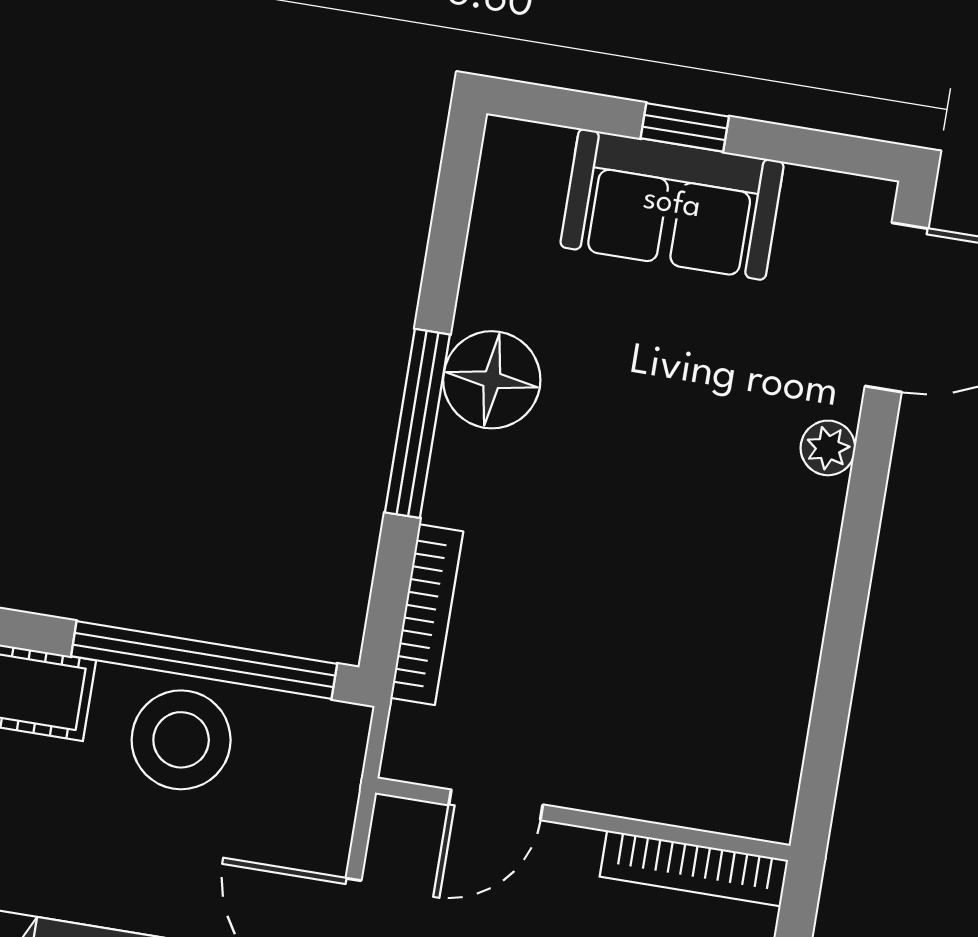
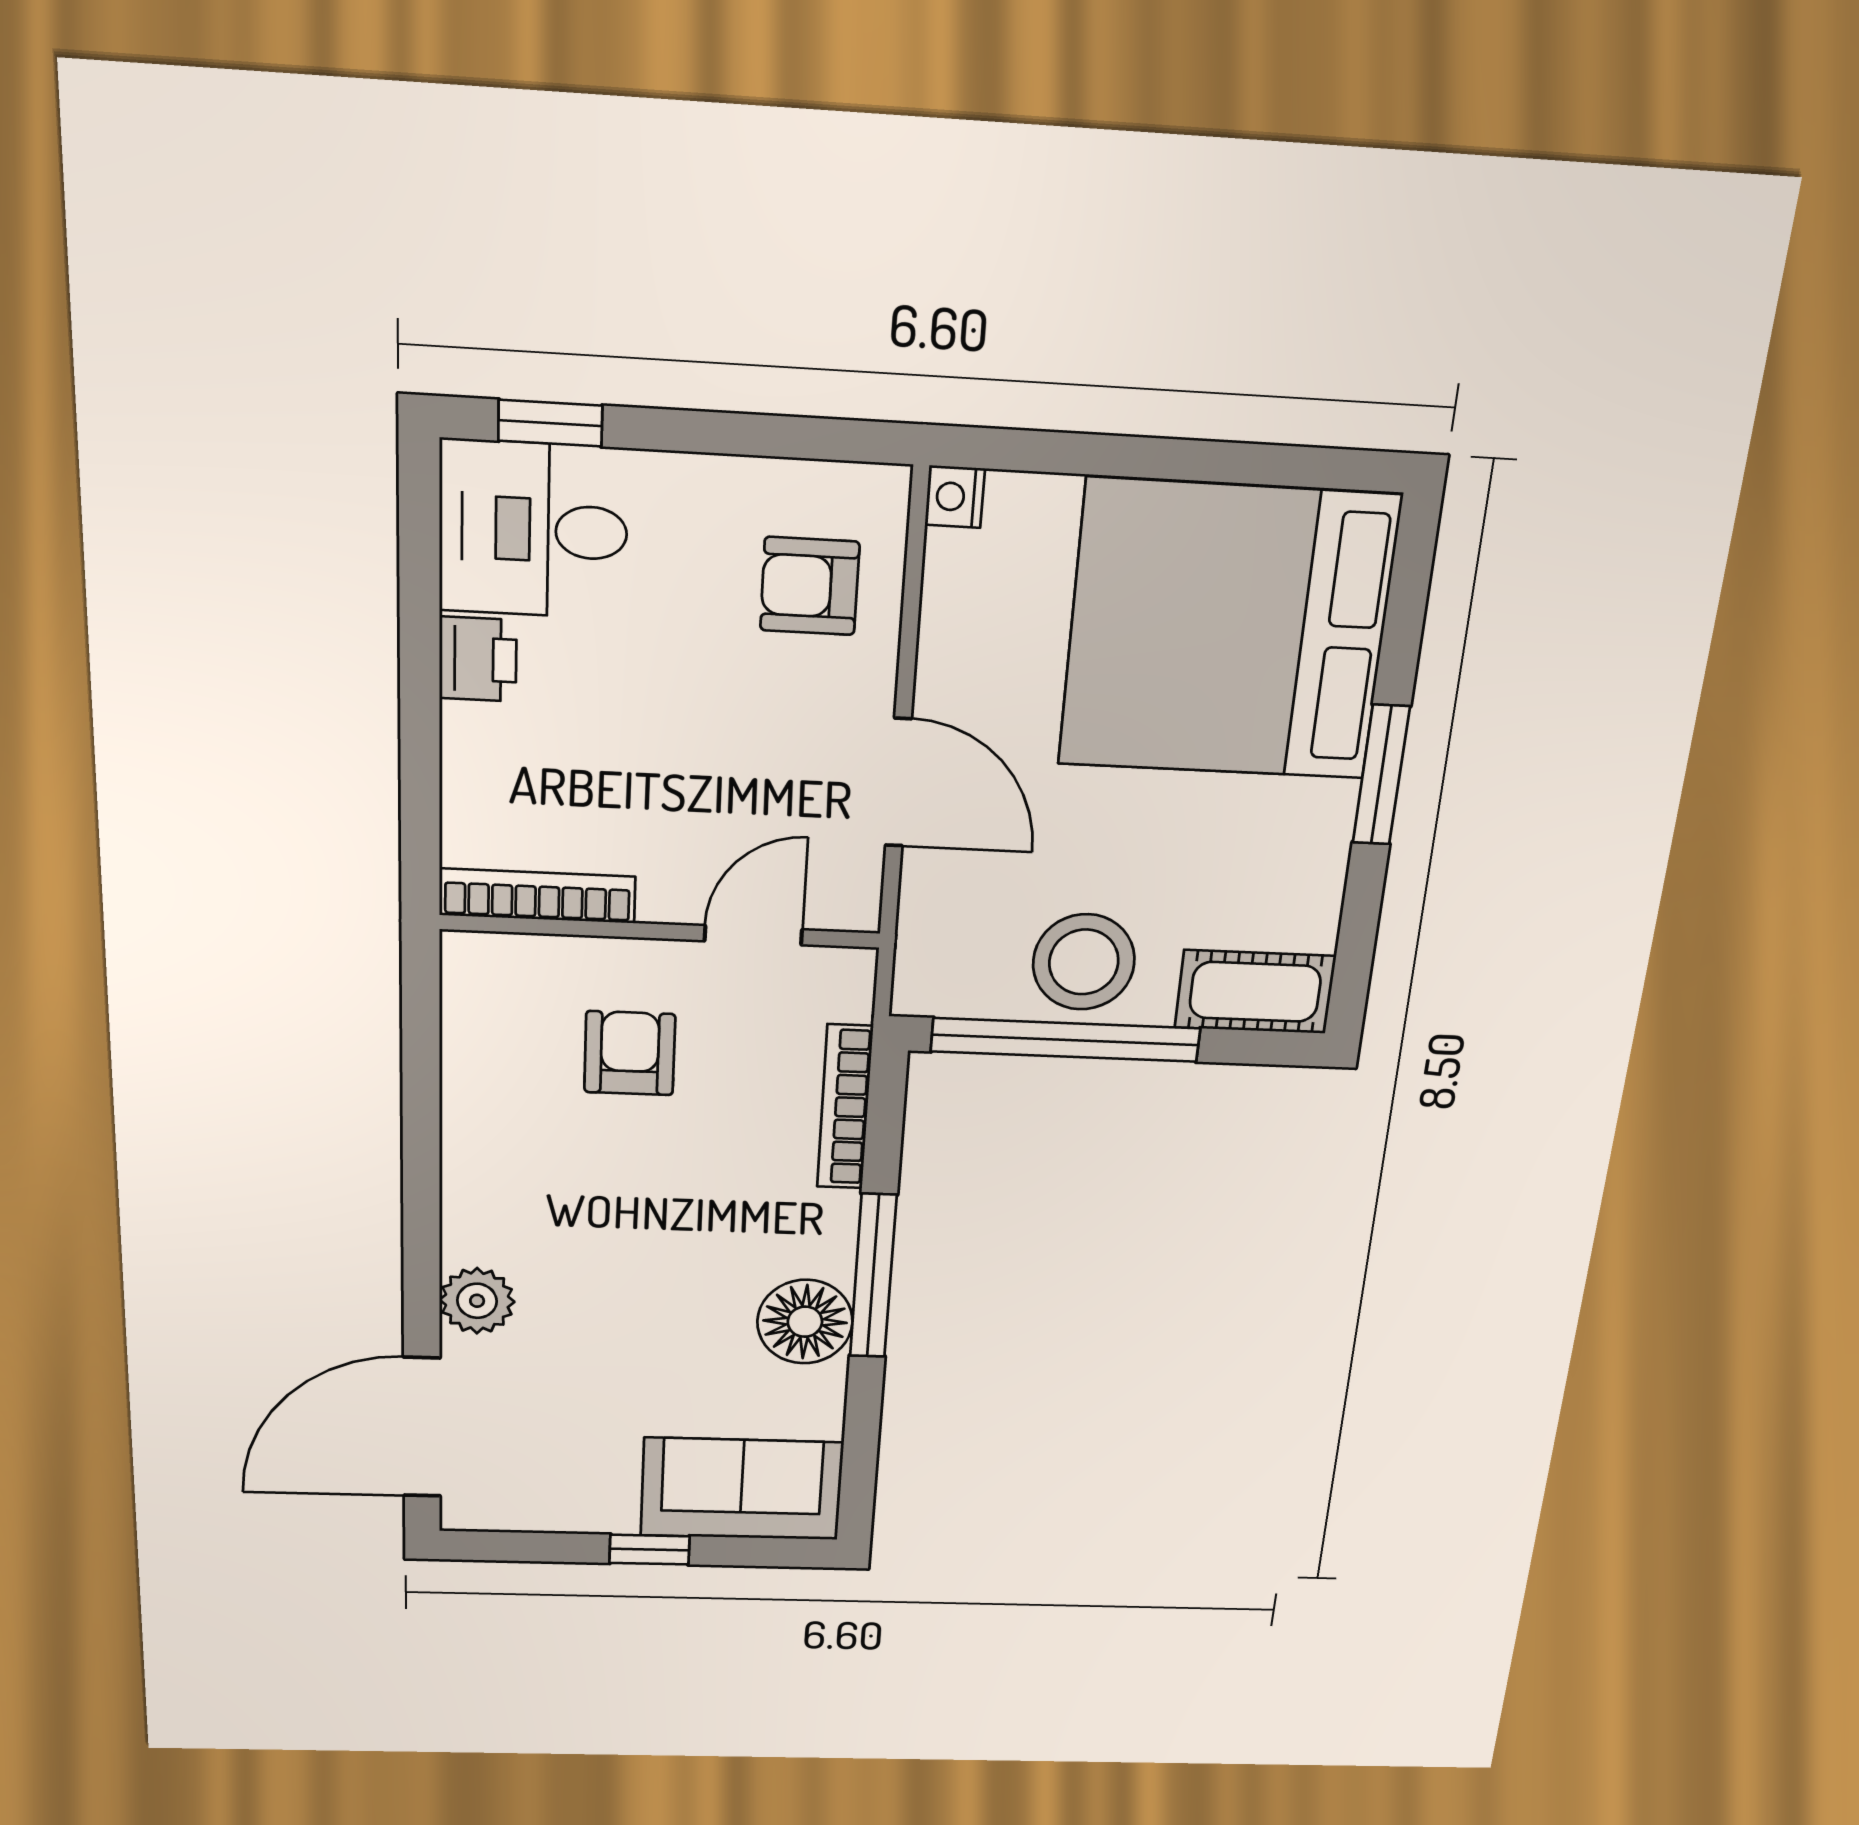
sofa: (672, 204) -> (742, 1489), moved
plant: (828, 448) -> (477, 1301), width x1.38, depth x1.38
armchair: (629, 697) -> (630, 1053), added

